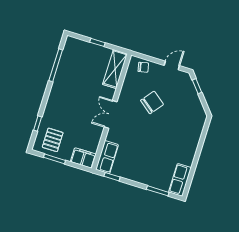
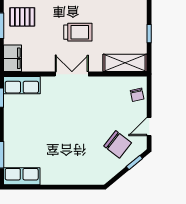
door: (172, 65) -> (149, 127), swing flipped
trolley: (79, 99) -> (78, 32), added
chair: (152, 102) -> (118, 144), moved

